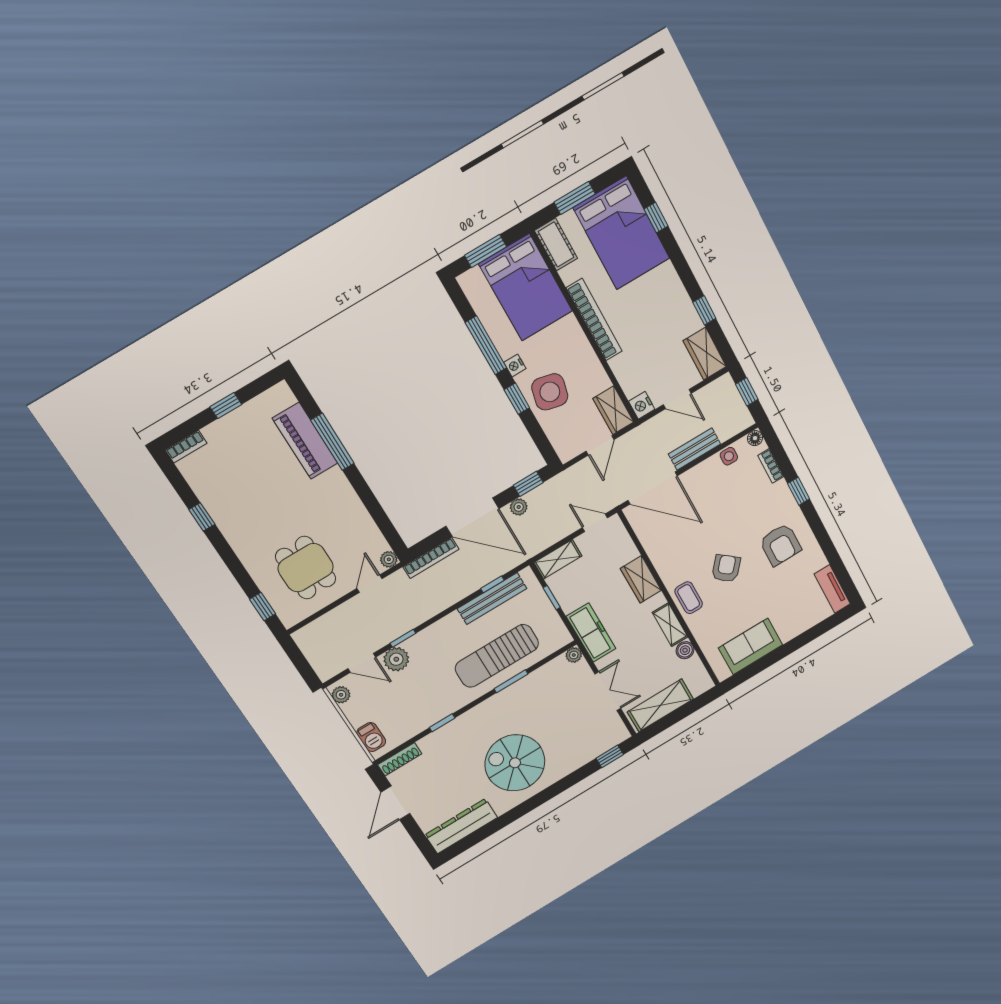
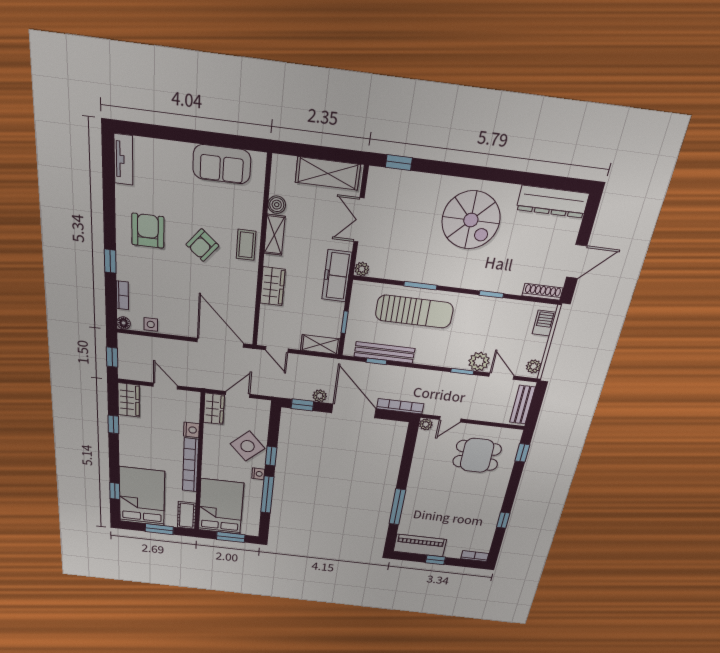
side table: (550, 392) -> (248, 446), turned 34
nightstand: (642, 405) -> (191, 430), moved
piano: (305, 441) -> (420, 545), moved, turned -90
bench: (694, 449) -> (522, 405), moved, turned 90
dining table: (306, 568) -> (477, 455), turned 90

